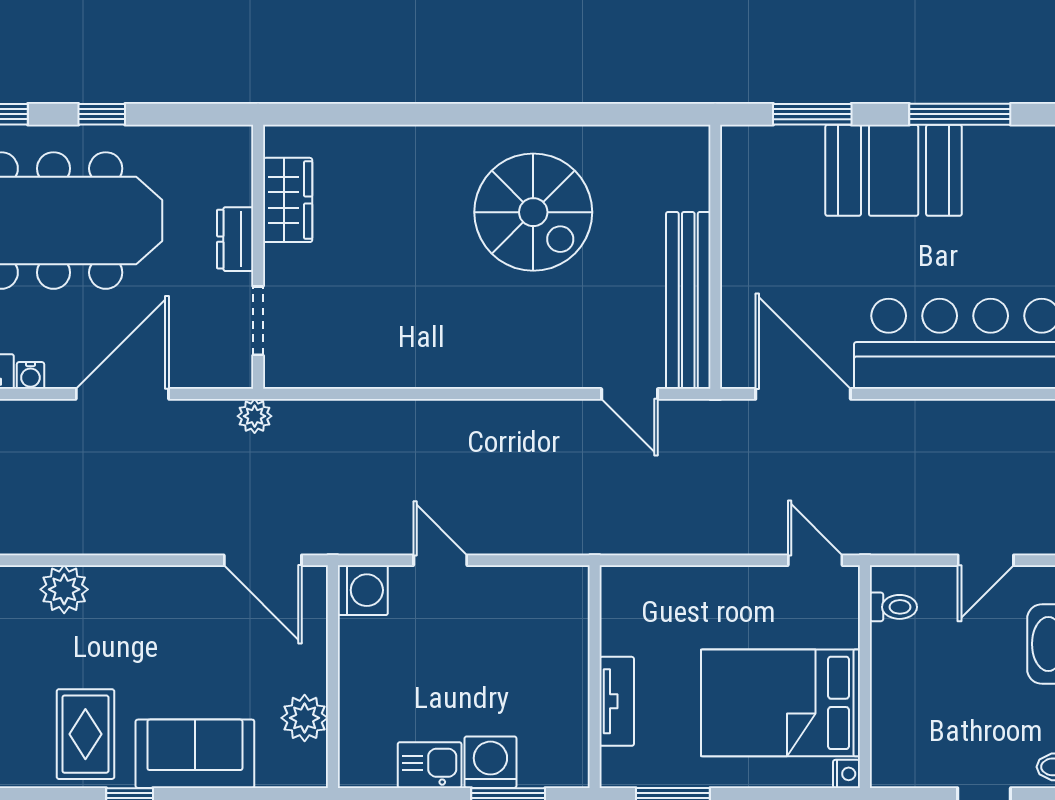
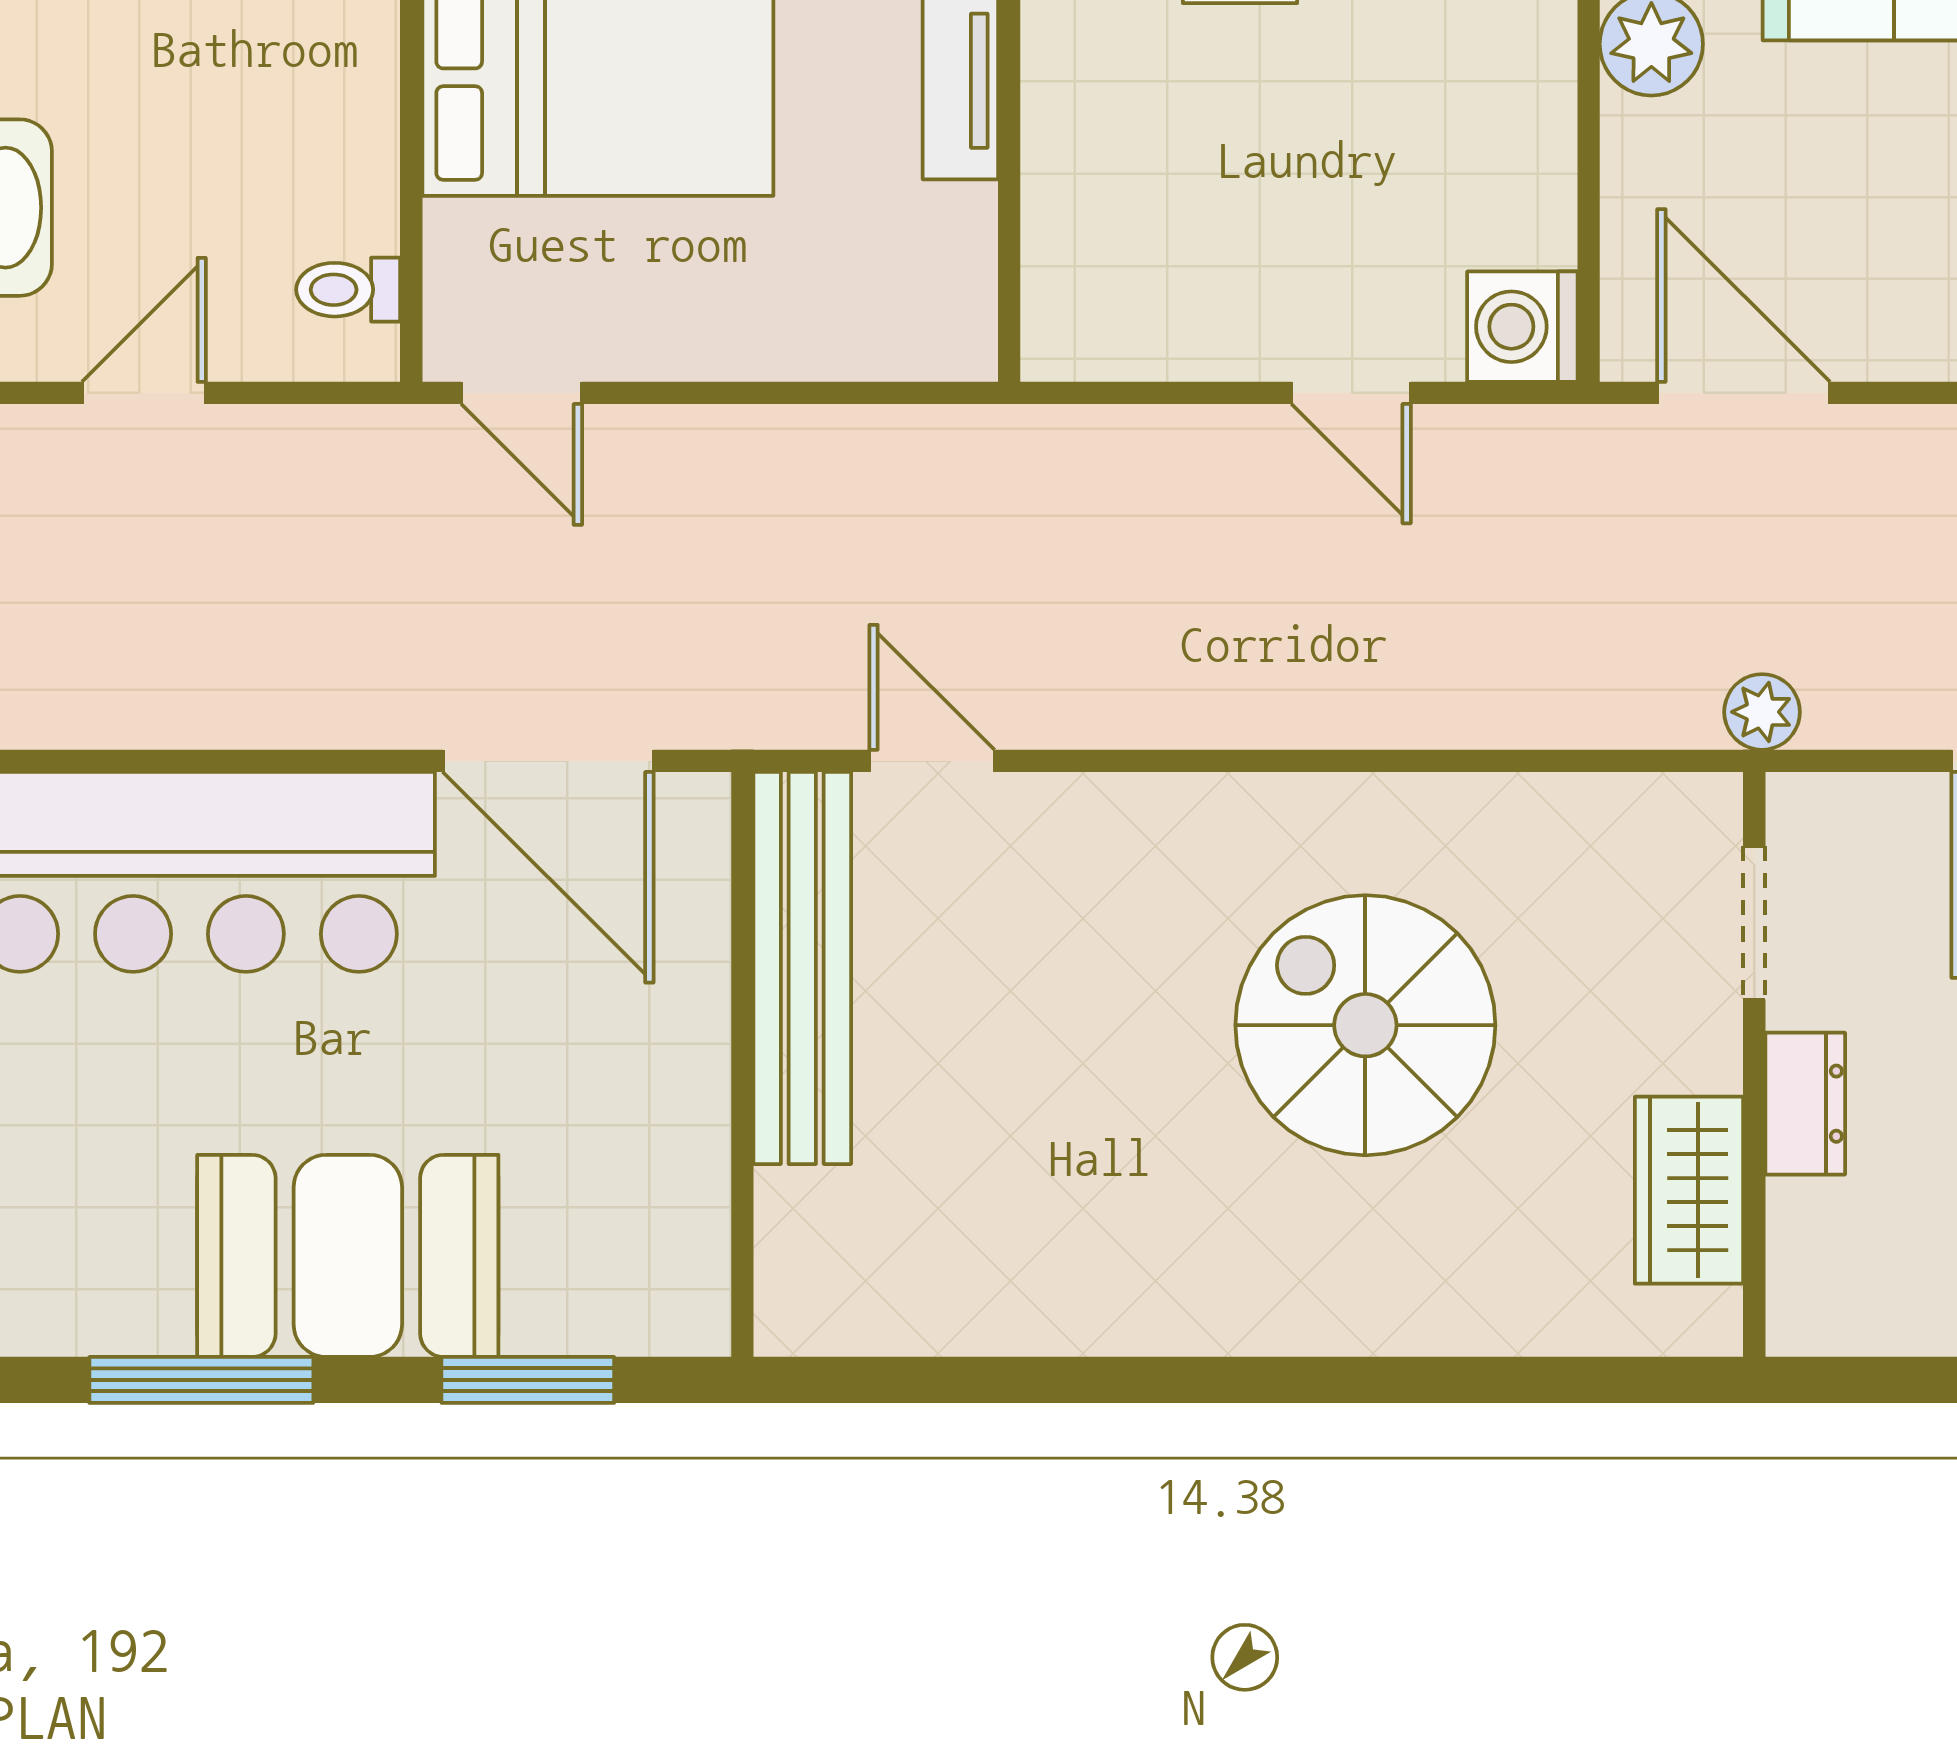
spiral stairs: (533, 212) -> (1365, 1025), moved

